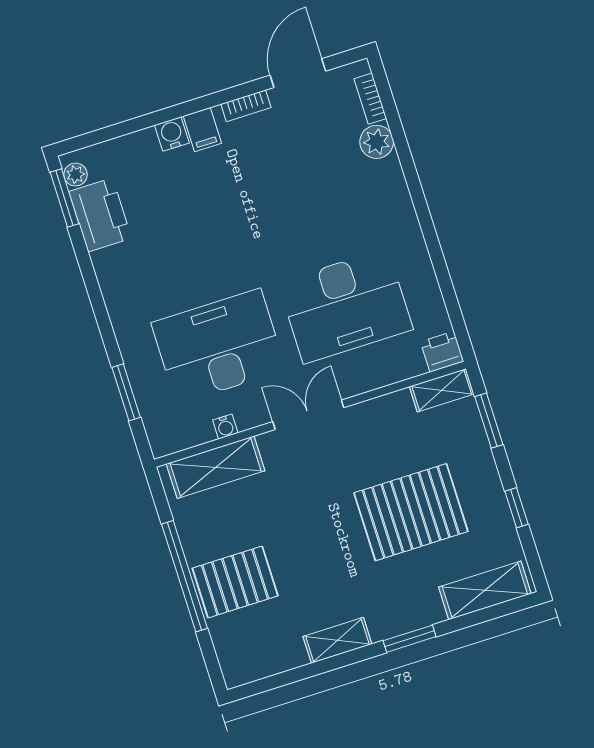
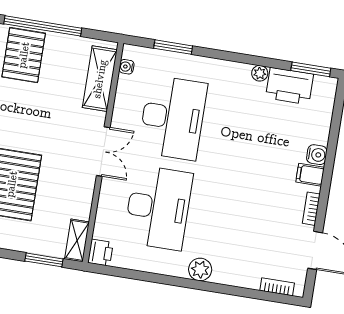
plant: (377, 142) -> (200, 269), moved
plant: (76, 175) -> (260, 73), moved
desk: (345, 306) -> (158, 208), turned 180
water cooler: (225, 427) -> (126, 67), moved

